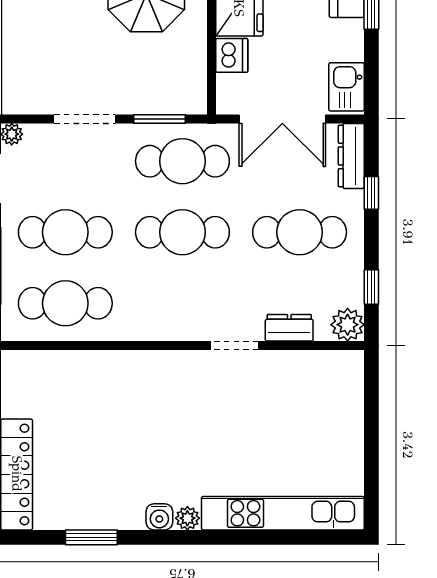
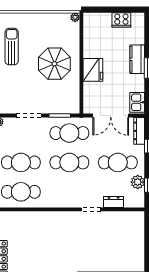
dishwasher: (232, 55) -> (90, 89), removed
plant: (348, 325) -> (138, 182), moved

